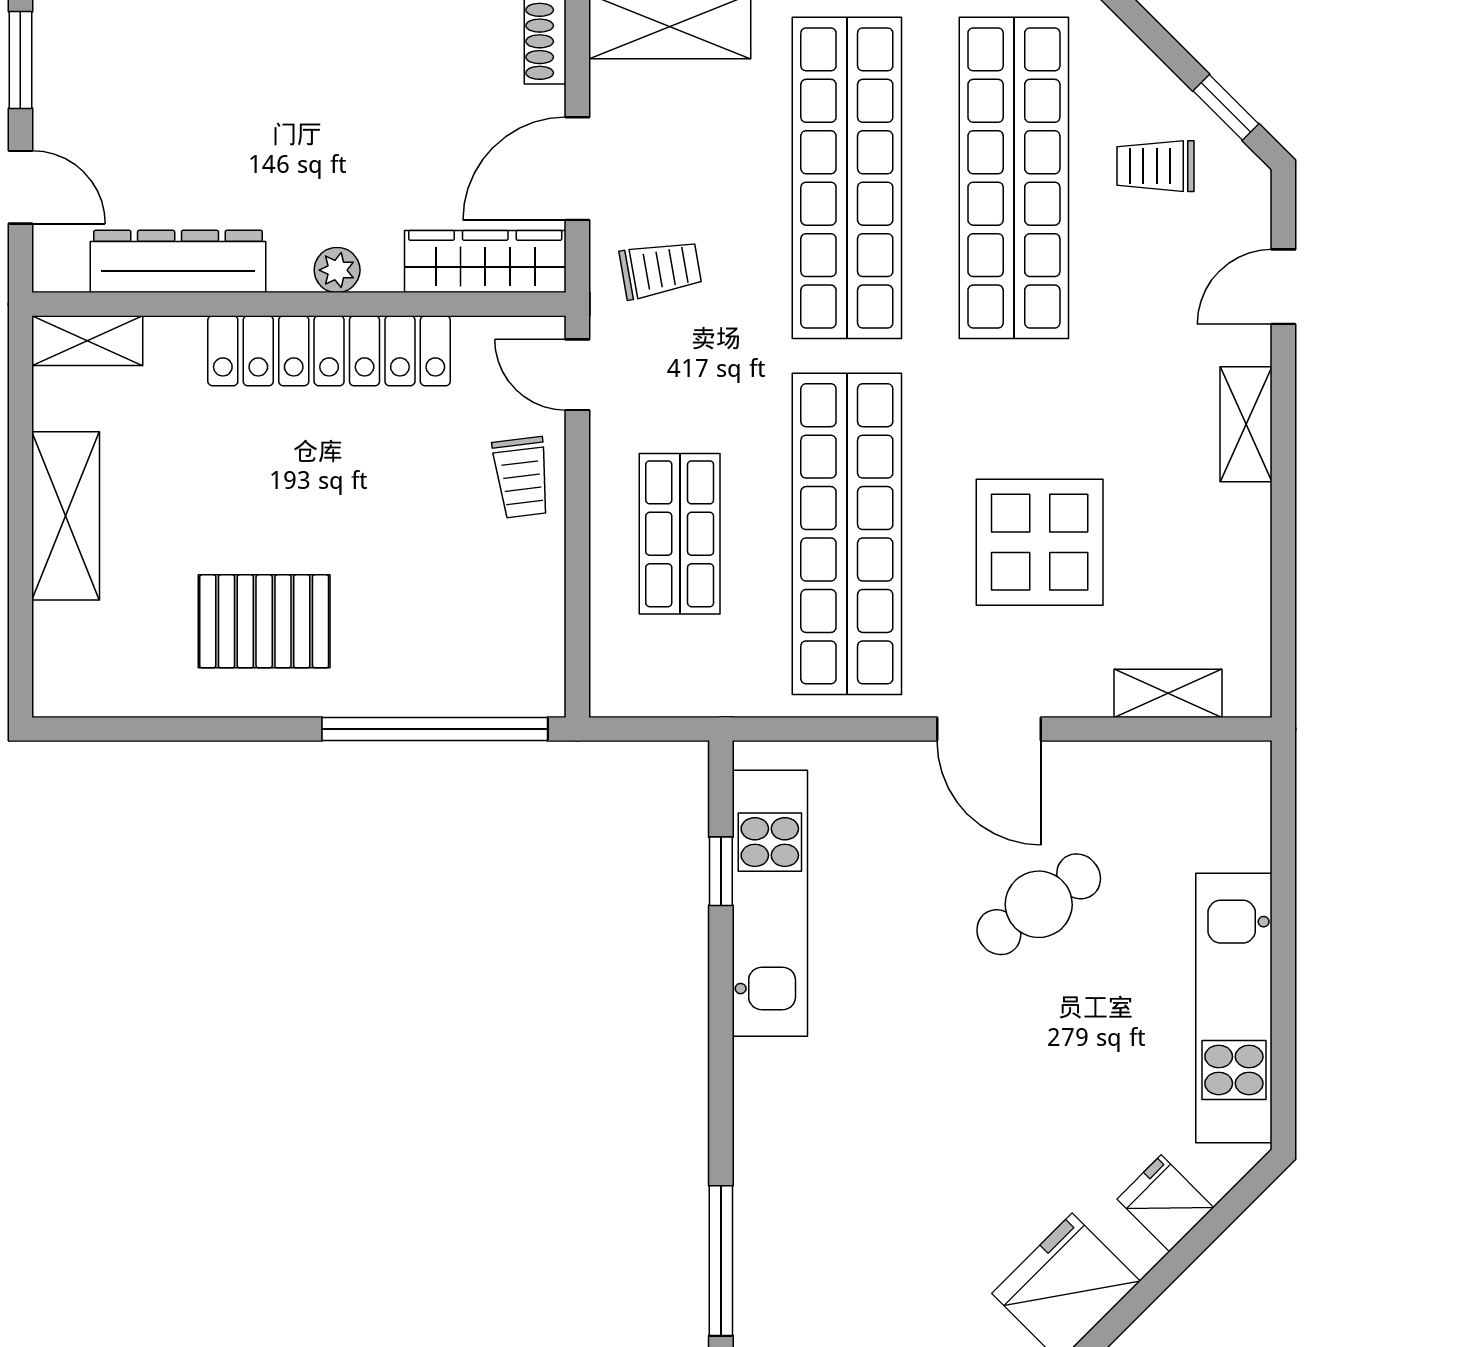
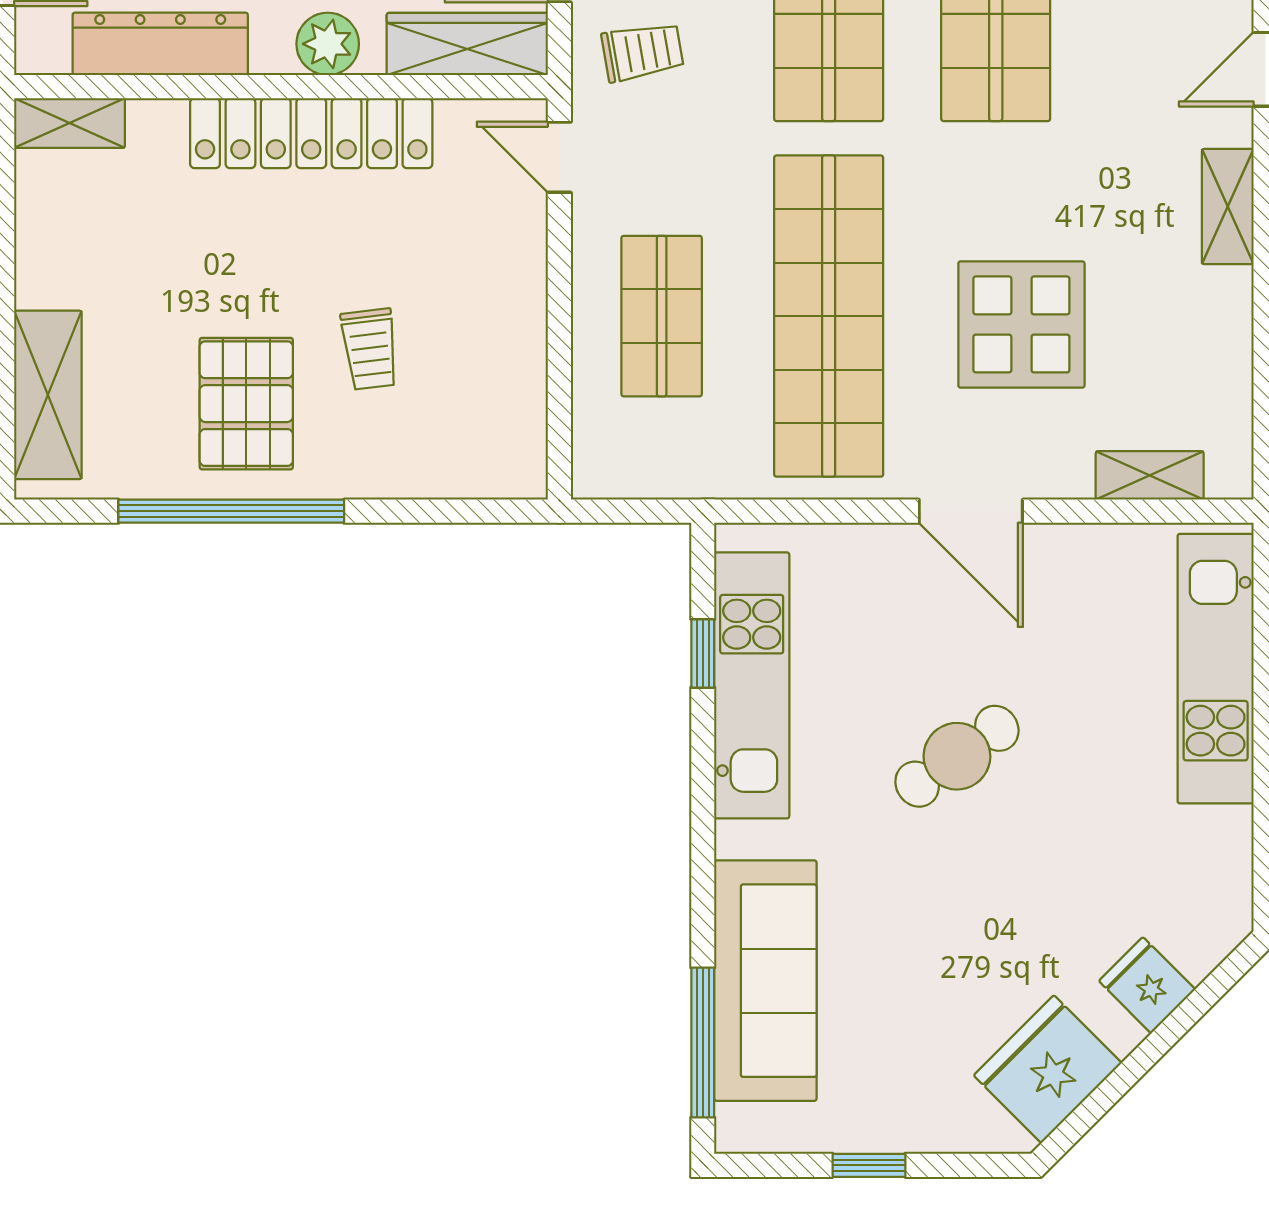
plant: (337, 270) -> (328, 44), width x1.38, depth x1.38
trolley: (522, 477) -> (370, 349), moved
shelving: (66, 516) -> (48, 395), moved
pallet: (264, 621) -> (246, 404), turned 90
window: (435, 729) -> (231, 511), moved
cafe table: (1039, 904) -> (957, 756), moved
kitchen unit: (1234, 1008) -> (1216, 669), moved
sofa: (783, 1199) -> (765, 981), added

